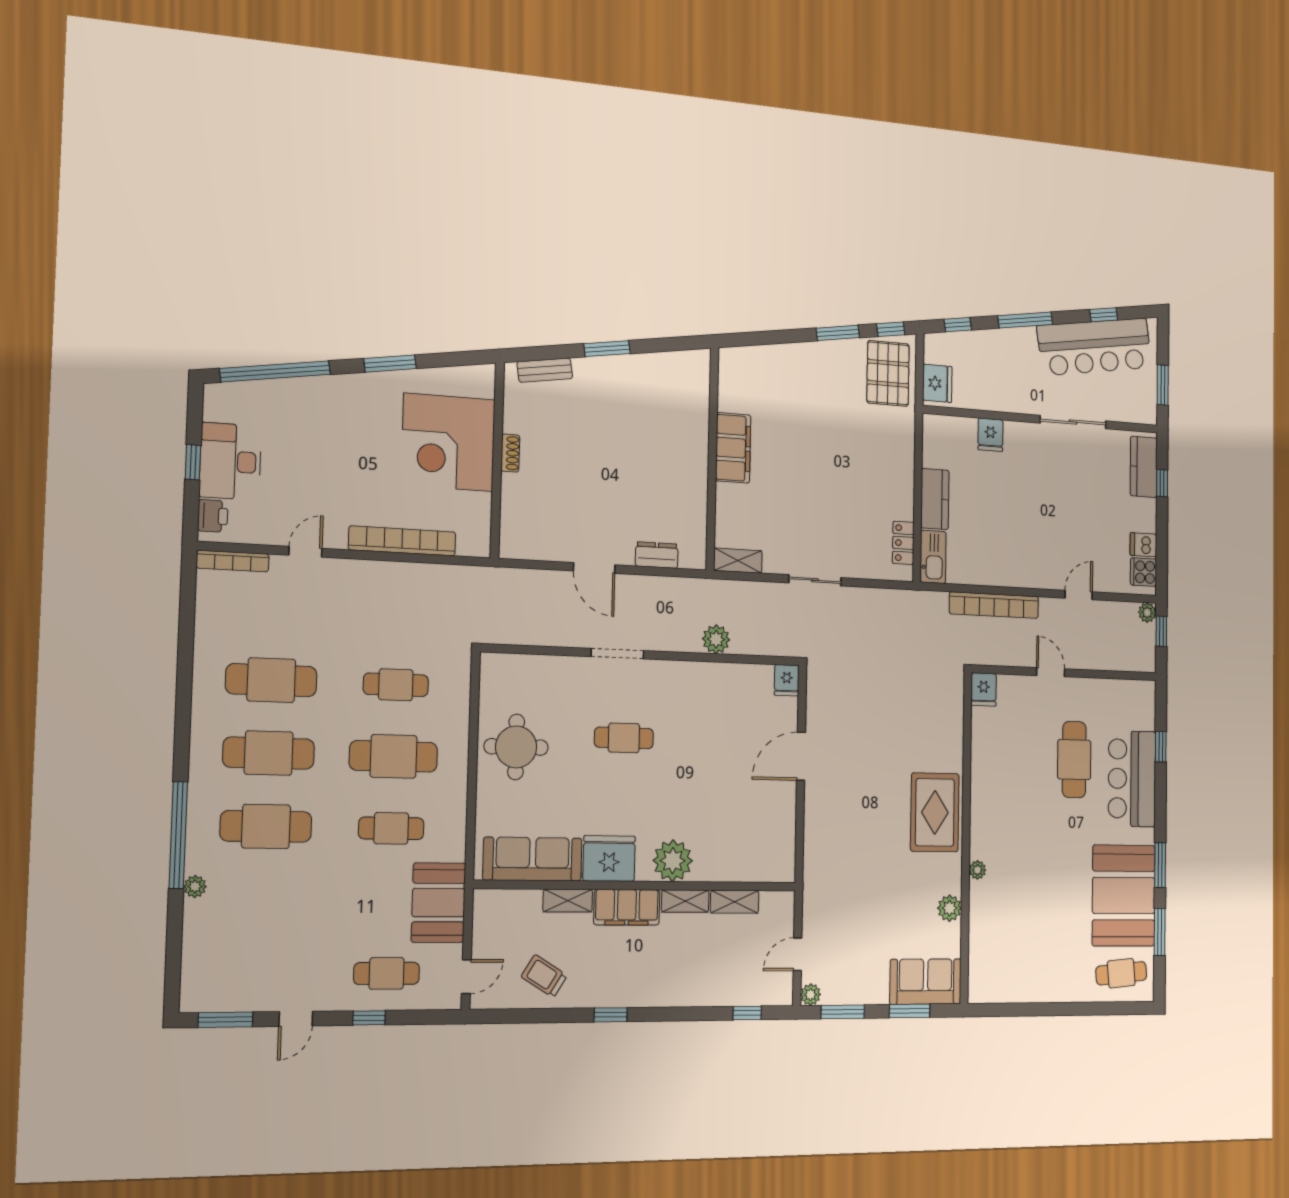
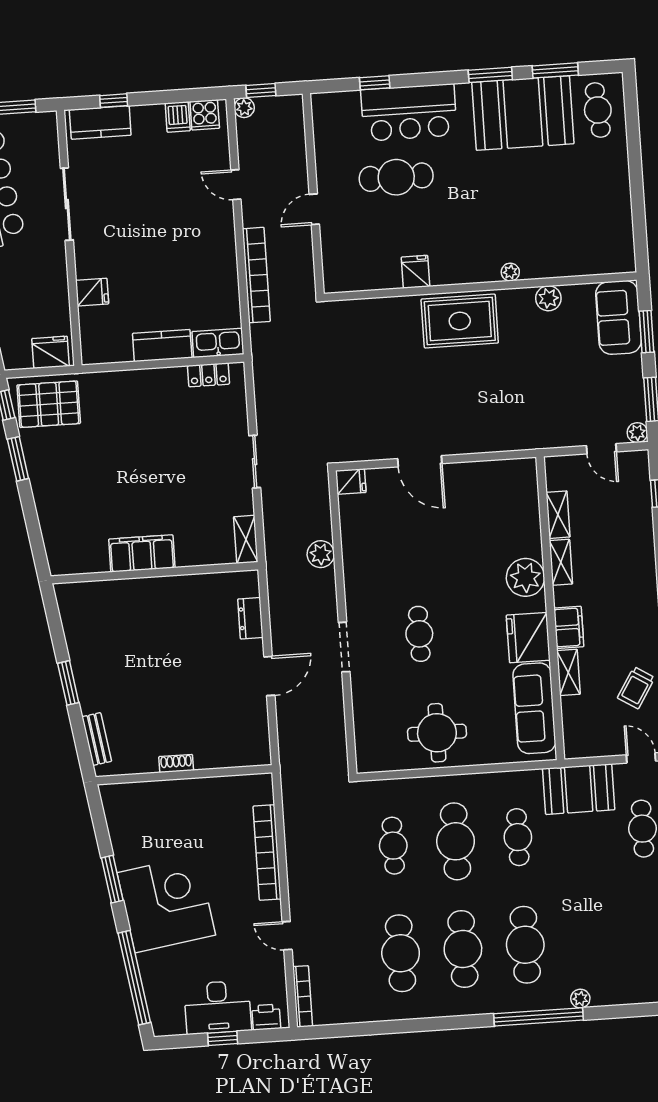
corner desk: (448, 442) -> (166, 904), moved, turned -99
fridge: (984, 689) -> (416, 272), moved, turned -90
filing cabinet: (627, 907) -> (569, 627), width x0.67, depth x0.86

